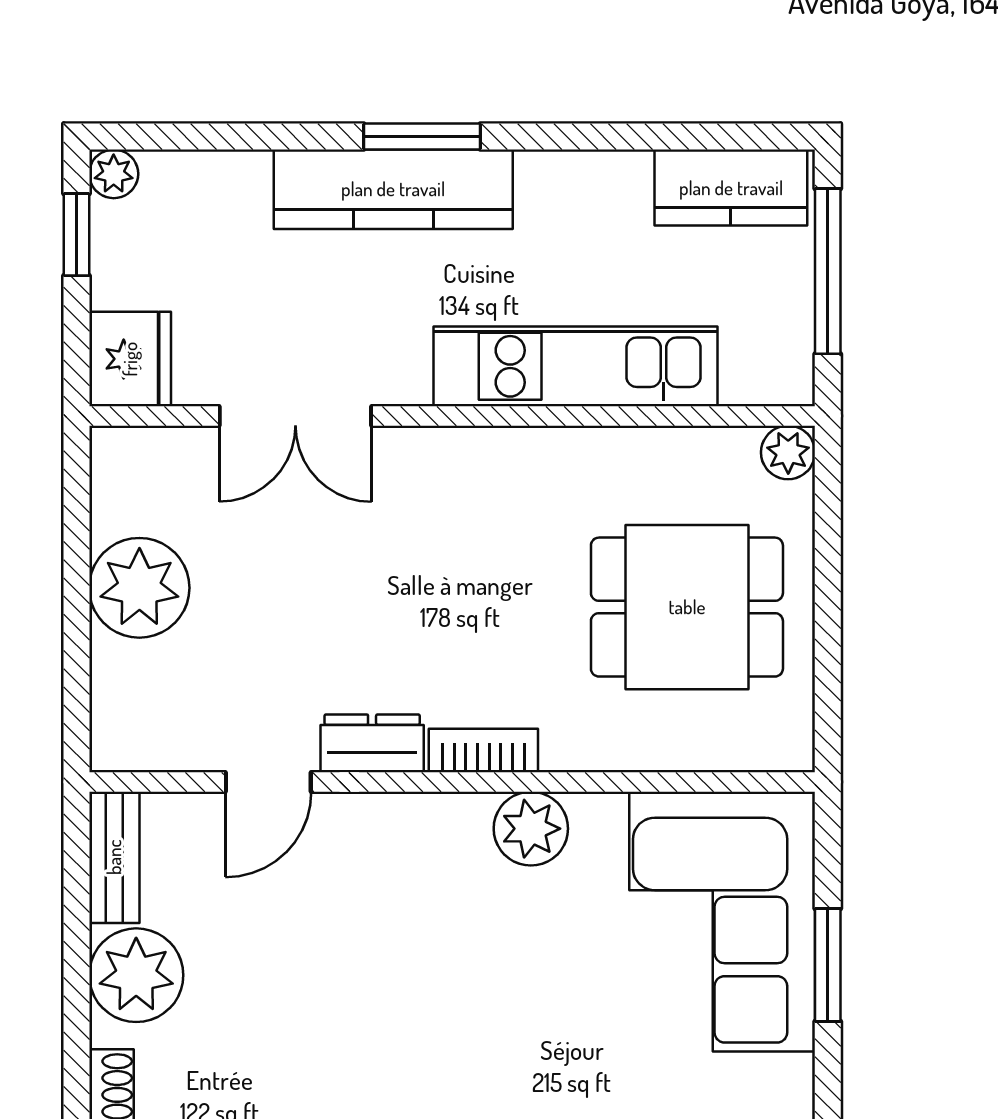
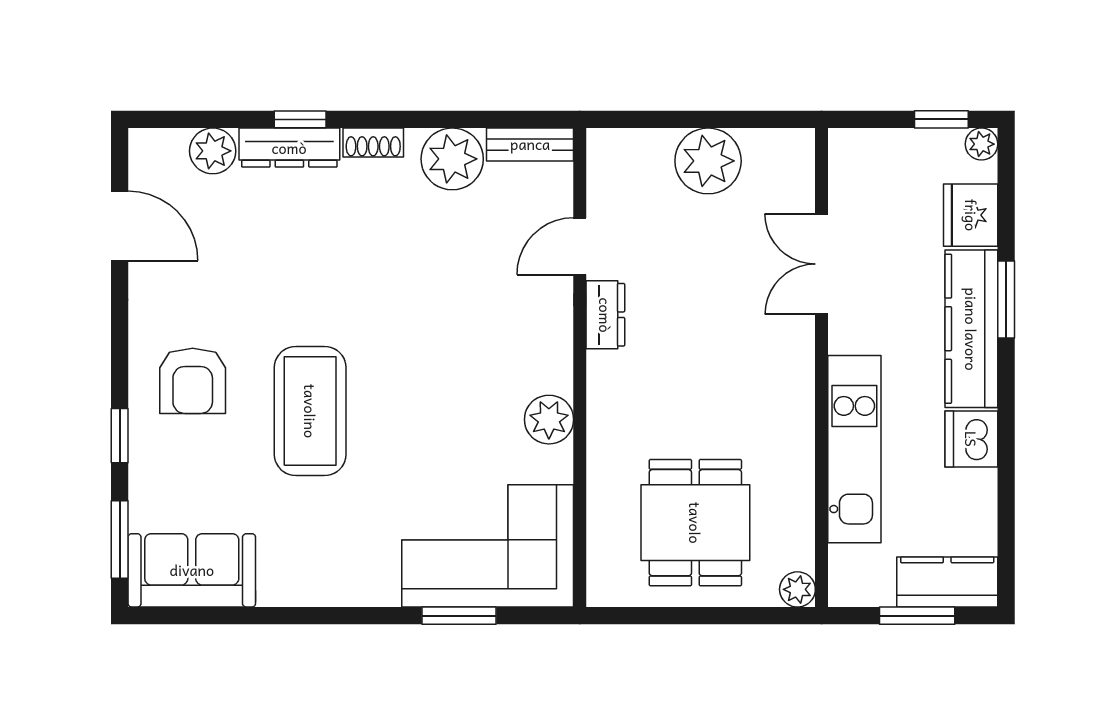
window: (422, 137) -> (1006, 300), moved
kitchen counter: (731, 188) -> (947, 582), moved, turned 90
dishwasher: (560, 189) -> (971, 439), added
window: (828, 271) -> (917, 616), width x0.69
fridge: (130, 359) -> (971, 215), moved, turned 90
bookcase: (483, 751) -> (601, 388), removed
door: (268, 782) -> (580, 246), hinge flipped

